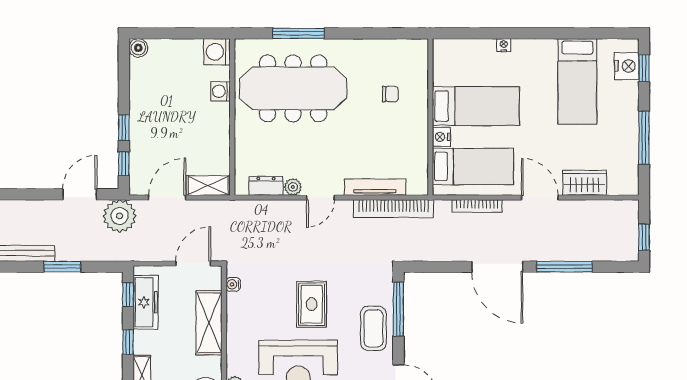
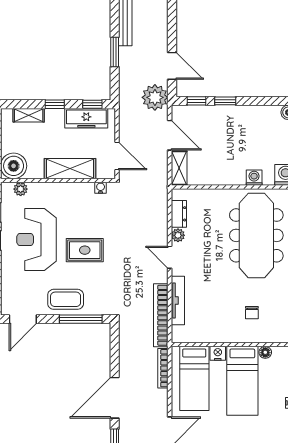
floor lamp: (440, 77) -> (265, 352), added
bookcase: (477, 206) -> (163, 368), moved

